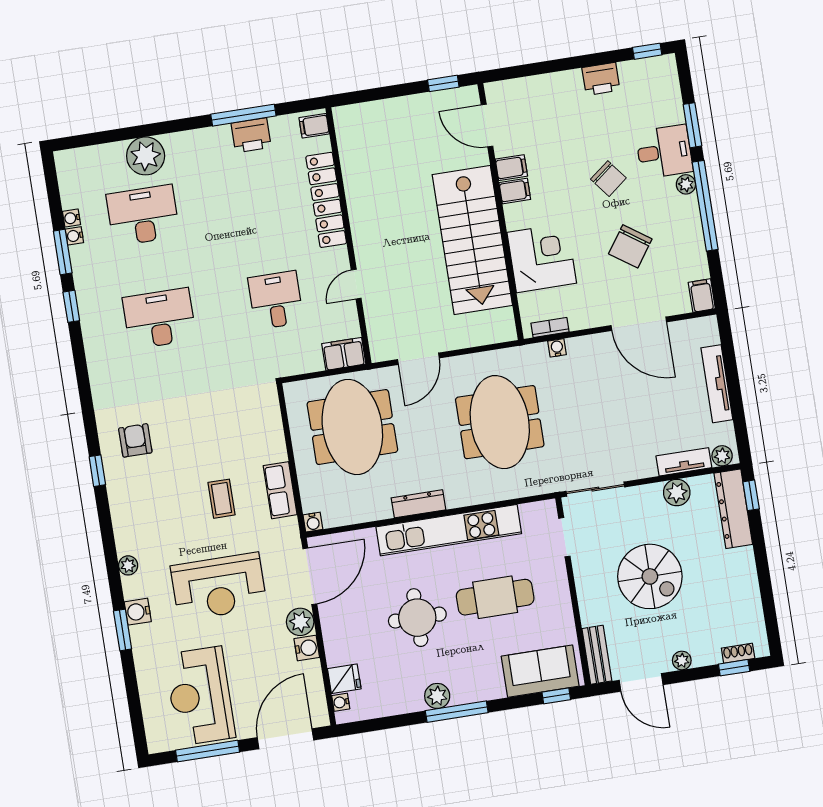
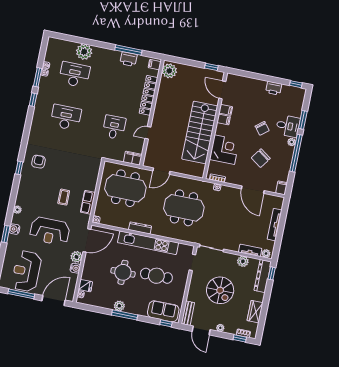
plant: (352, 127) -> (169, 71), added
meeting table: (500, 422) -> (184, 208), turned 90
meeting table: (352, 427) -> (125, 188), turned 90
wardrobe: (746, 595) -> (255, 312), added

